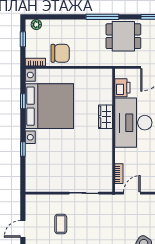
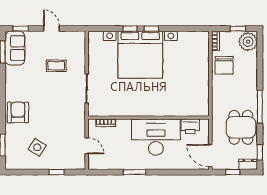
plant: (36, 25) -> (248, 42), width x1.88, depth x1.88
window: (23, 101) -> (151, 29), moved
bed with nightstands: (49, 106) -> (140, 55), moved
wardrobe: (105, 117) -> (162, 110), removed
door: (132, 193) -> (87, 146), moved

